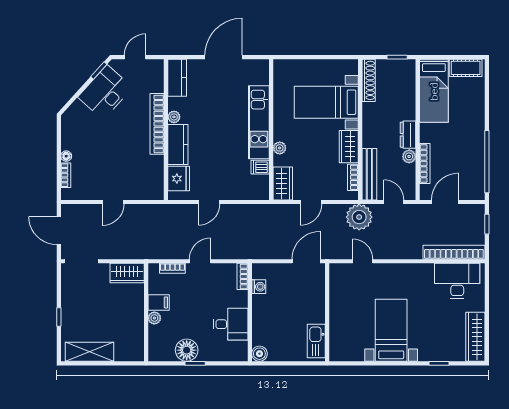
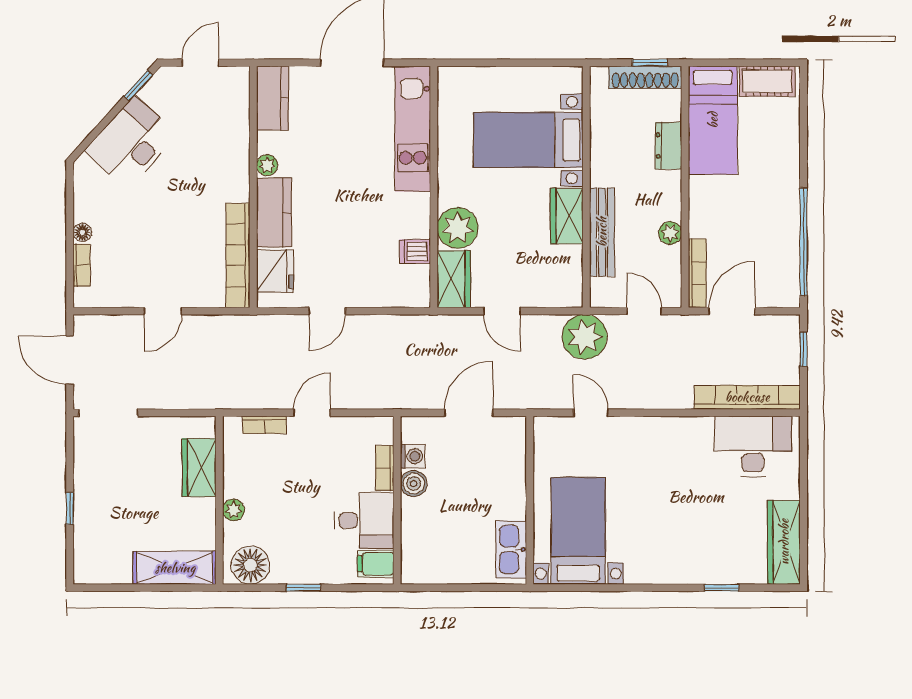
shoe rack: (369, 80) -> (645, 77), moved, turned 90
desk: (105, 92) -> (131, 143), moved
kitchen unit: (259, 122) -> (413, 129), moved
bookcase: (157, 124) -> (238, 255), moved
dresser: (408, 135) -> (668, 146), moved
plant: (280, 148) -> (458, 228), width x1.87, depth x1.87
bookcase: (425, 164) -> (697, 273), moved
bench: (369, 174) -> (602, 232), moved
bookcase: (353, 177) -> (574, 269), removed
door: (311, 202) -> (502, 311), hinge flipped
door: (306, 261) -> (469, 413), moved
wardrobe: (127, 273) -> (199, 468), moved, turned 90
bookcase: (243, 276) -> (385, 468), moved
filing cabinet: (159, 302) -> (376, 564), moved, turned 180
bed with nightstands: (391, 330) -> (578, 531), moved
floor lamp: (187, 350) -> (250, 565), moved
shelving: (89, 352) -> (175, 568), moved
boiler: (259, 354) -> (414, 484), moved

